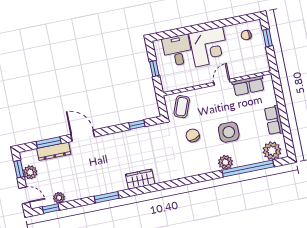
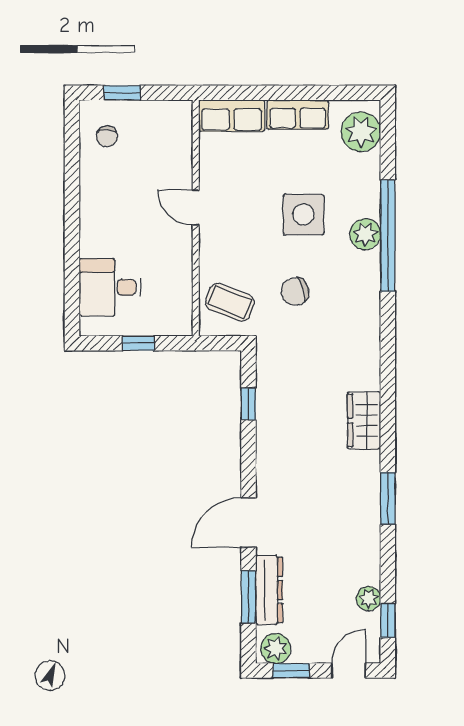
corner desk: (209, 47) -> (116, 219), removed
row of seats: (248, 86) -> (232, 116), moved, turned 90
window: (248, 168) -> (388, 236), moved
plant: (30, 172) -> (276, 648), moved

